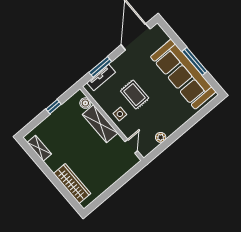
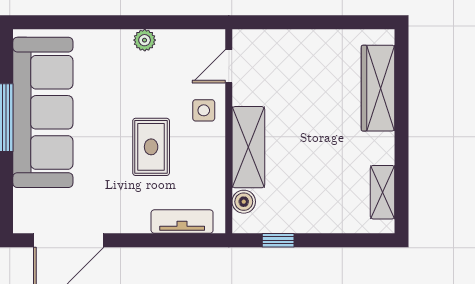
window: (100, 67) -> (169, 240), removed
window: (54, 107) -> (278, 240), moved
side table: (120, 114) -> (204, 110), moved
plant: (161, 137) -> (145, 40), moved

